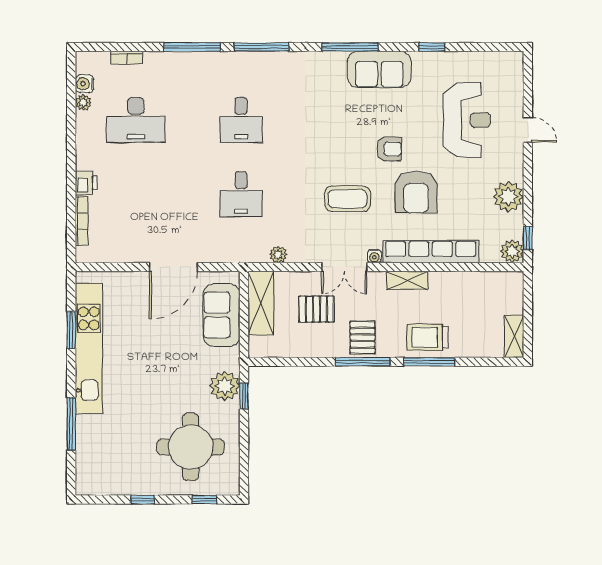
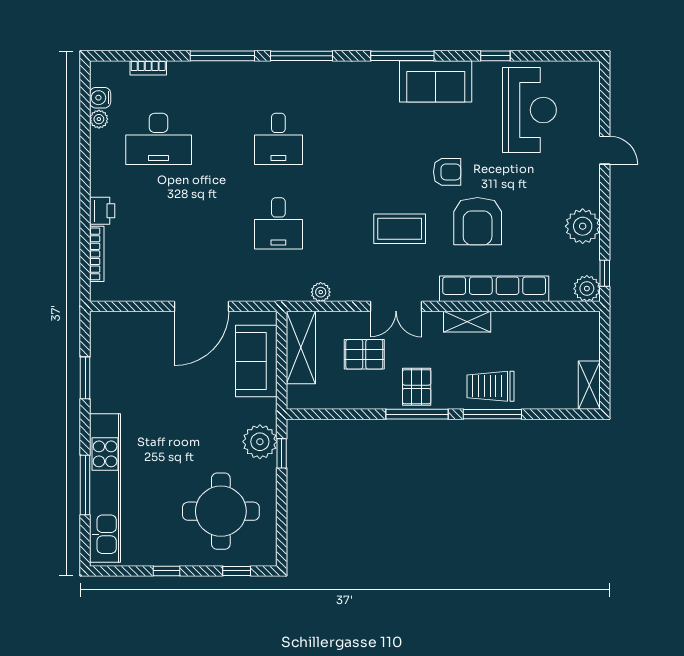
reception desk: (467, 120) -> (529, 110), moved
water cooler: (374, 256) -> (430, 294), removed
kitchen unit: (89, 348) -> (105, 488), moved

